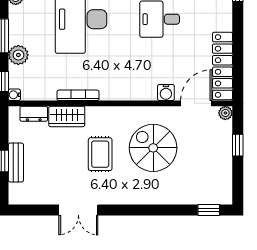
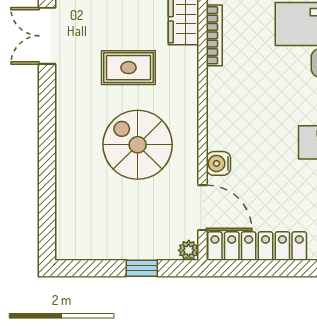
spiral stairs: (153, 148) -> (138, 145), turned -90
window: (209, 210) -> (47, 226), removed

